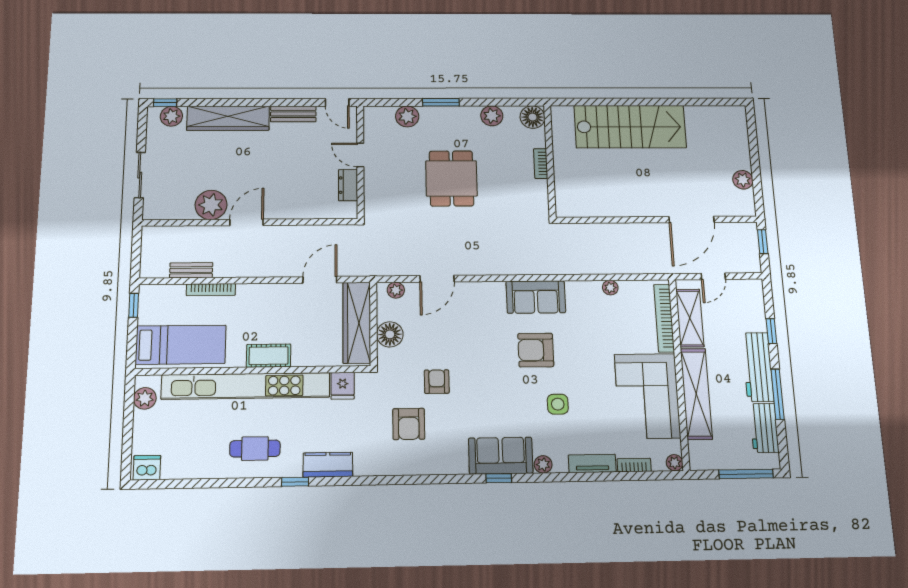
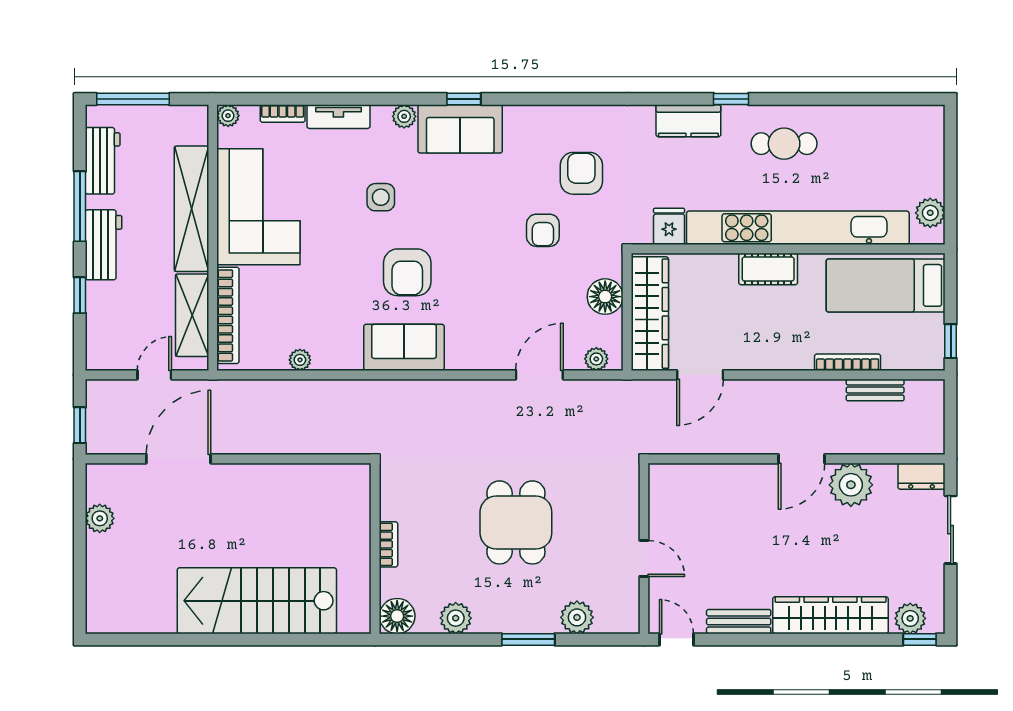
dresser: (348, 185) -> (921, 476), moved, turned 90
armchair: (536, 350) -> (407, 272), turned 90
workbench: (758, 367) -> (104, 245), width x0.73
dishwasher: (147, 468) -> (924, 121), removed

